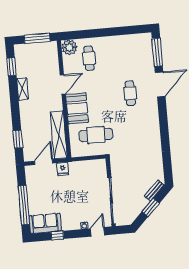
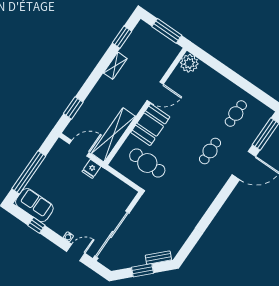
cafe table: (89, 58) -> (236, 114), moved

